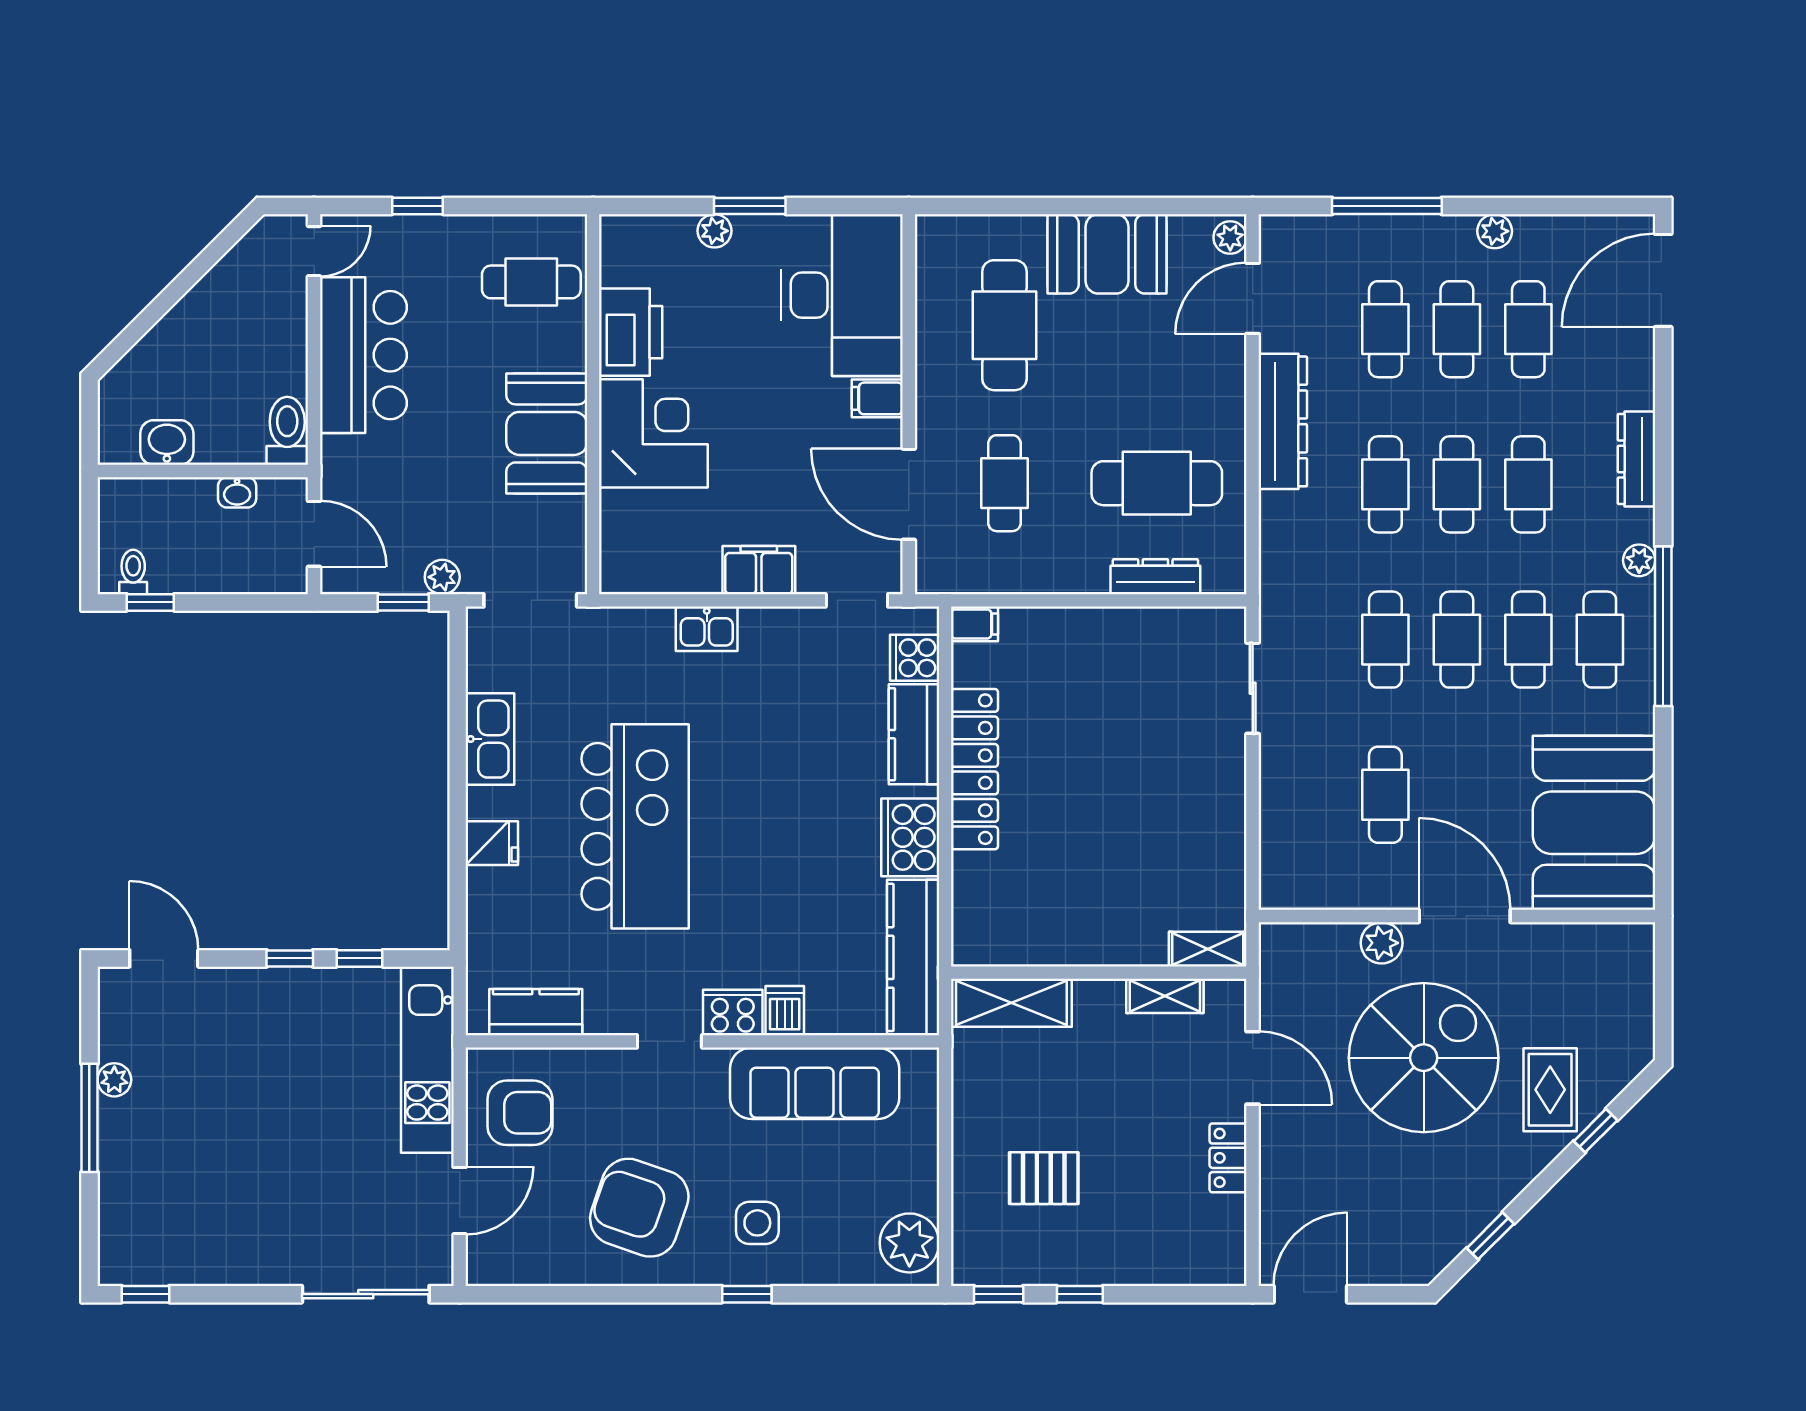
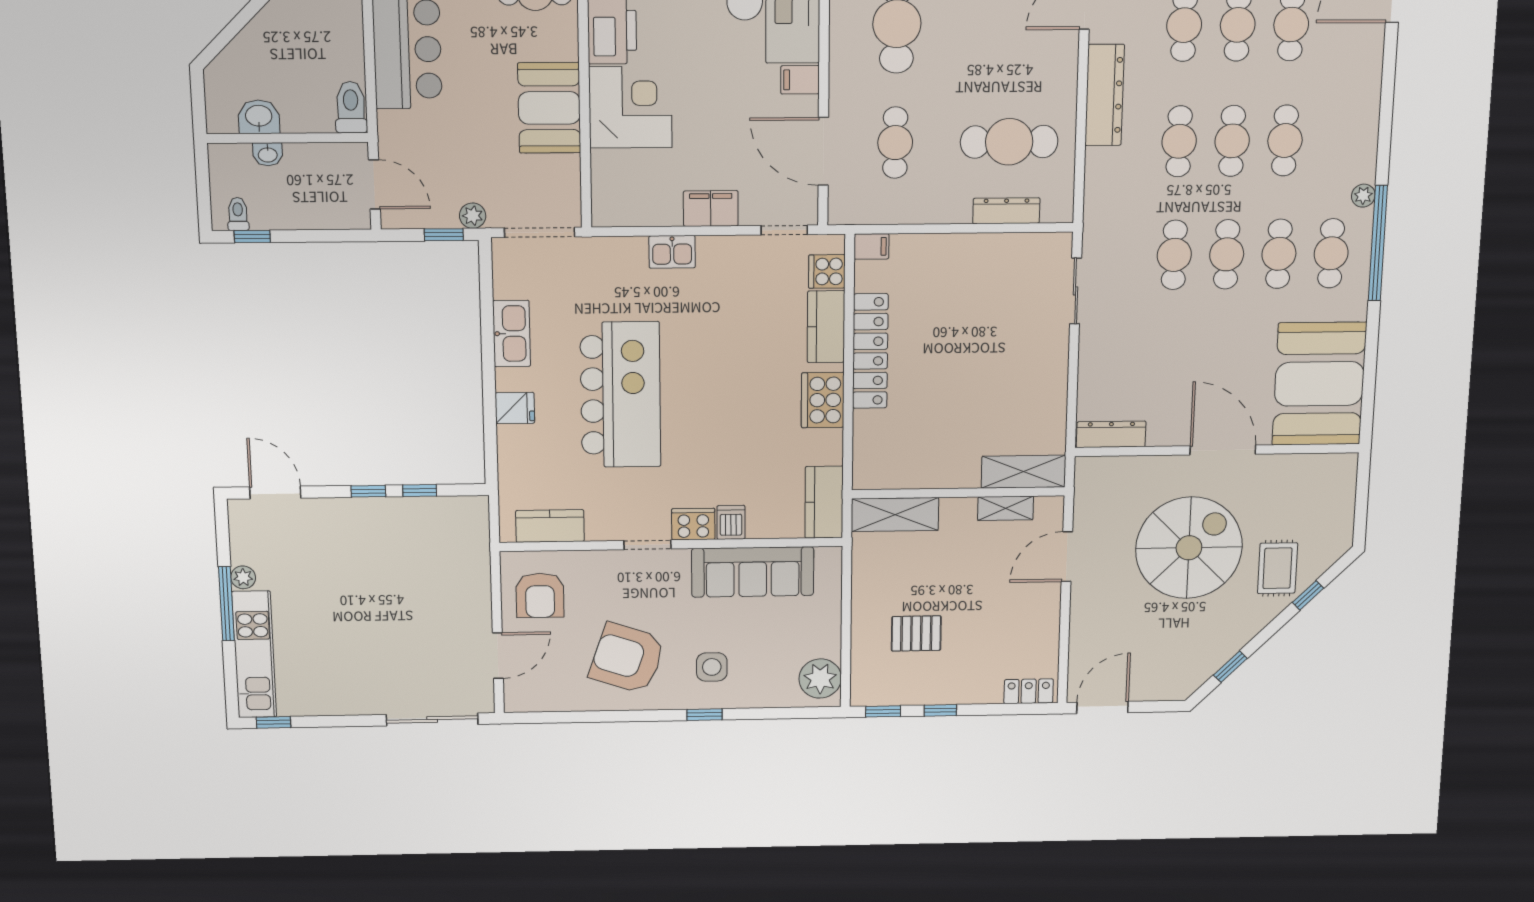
dresser: (1636, 459) -> (1111, 434), moved, turned 90
washbasin: (237, 492) -> (268, 154), moved
cafe table: (1385, 795) -> (1170, 366), removed
plant: (1382, 943) -> (1162, 469), removed
shelving: (1208, 949) -> (1024, 472), width x1.50, depth x1.33
kitchen counter: (913, 957) -> (824, 502), width x0.67
kitchen unit: (427, 1060) -> (254, 655), moved, turned 180
door: (1253, 1068) -> (1067, 557), swing flipped
armchair: (520, 1113) -> (540, 595), turned 90
locker: (1228, 1158) -> (1029, 691), moved, turned 90

